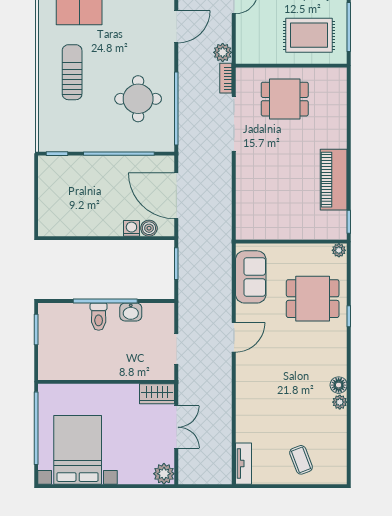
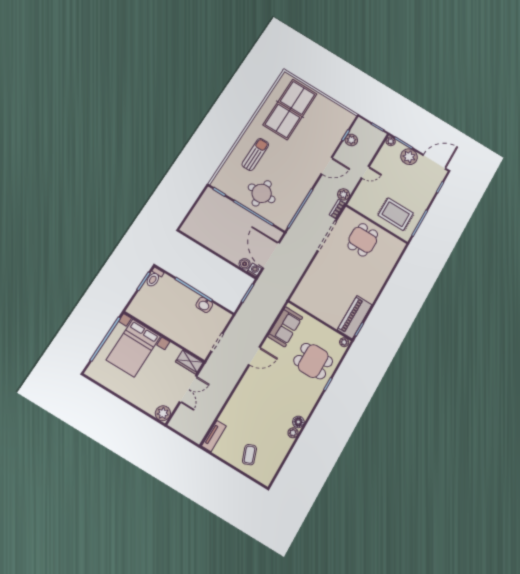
round table: (138, 99) -> (262, 193), moved
dining table: (285, 99) -> (363, 240), turned 90
piano: (334, 180) -> (355, 317), moved
washing machine: (131, 228) -> (254, 270), moved
toilet: (99, 317) -> (154, 278), moved
bed with nightstands: (78, 450) -> (133, 348), moved, turned 180

